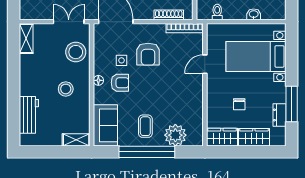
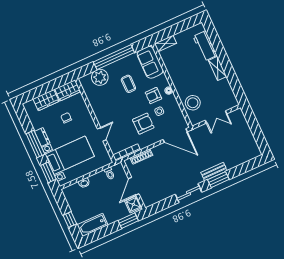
double door: (69, 22) -> (216, 117), moved
shelving: (26, 38) -> (218, 68), moved
window: (292, 47) -> (48, 172), added
armchair: (148, 54) -> (143, 124), turned 90
stool: (66, 89) -> (188, 75), removed
window: (292, 104) -> (35, 144), moved
dresser: (279, 115) -> (42, 137), moved
coffee table: (145, 126) -> (128, 84), moved

